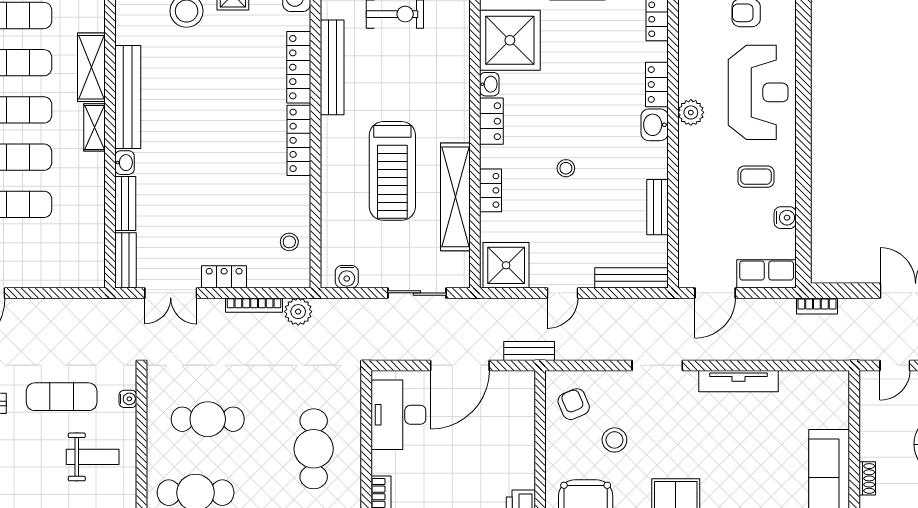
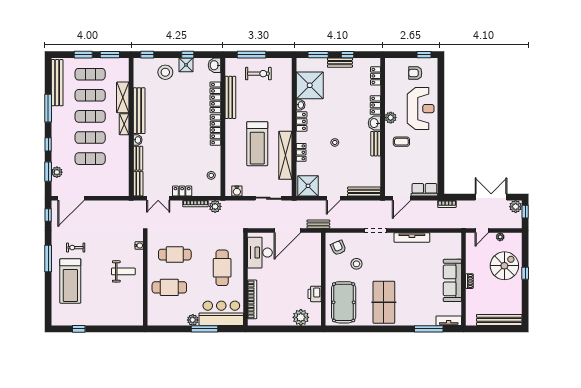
coffee table: (756, 177) -> (401, 142), moved
bench: (658, 207) -> (376, 144), moved
water cooler: (785, 218) -> (433, 165), removed
exercise mat: (62, 397) -> (110, 245), removed

